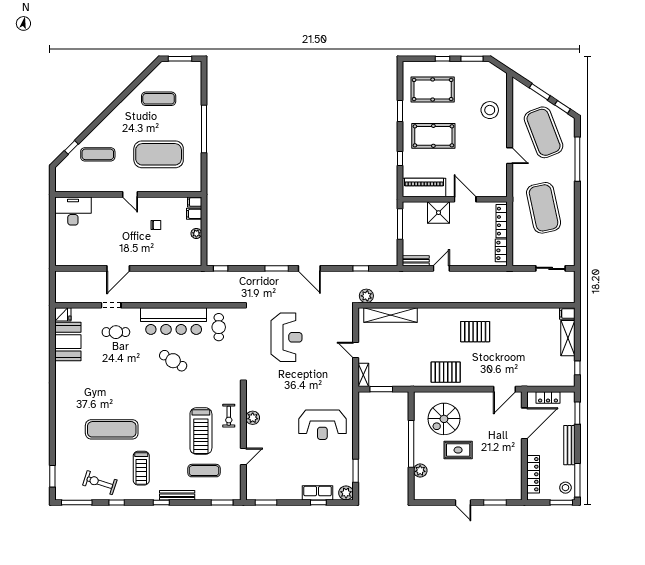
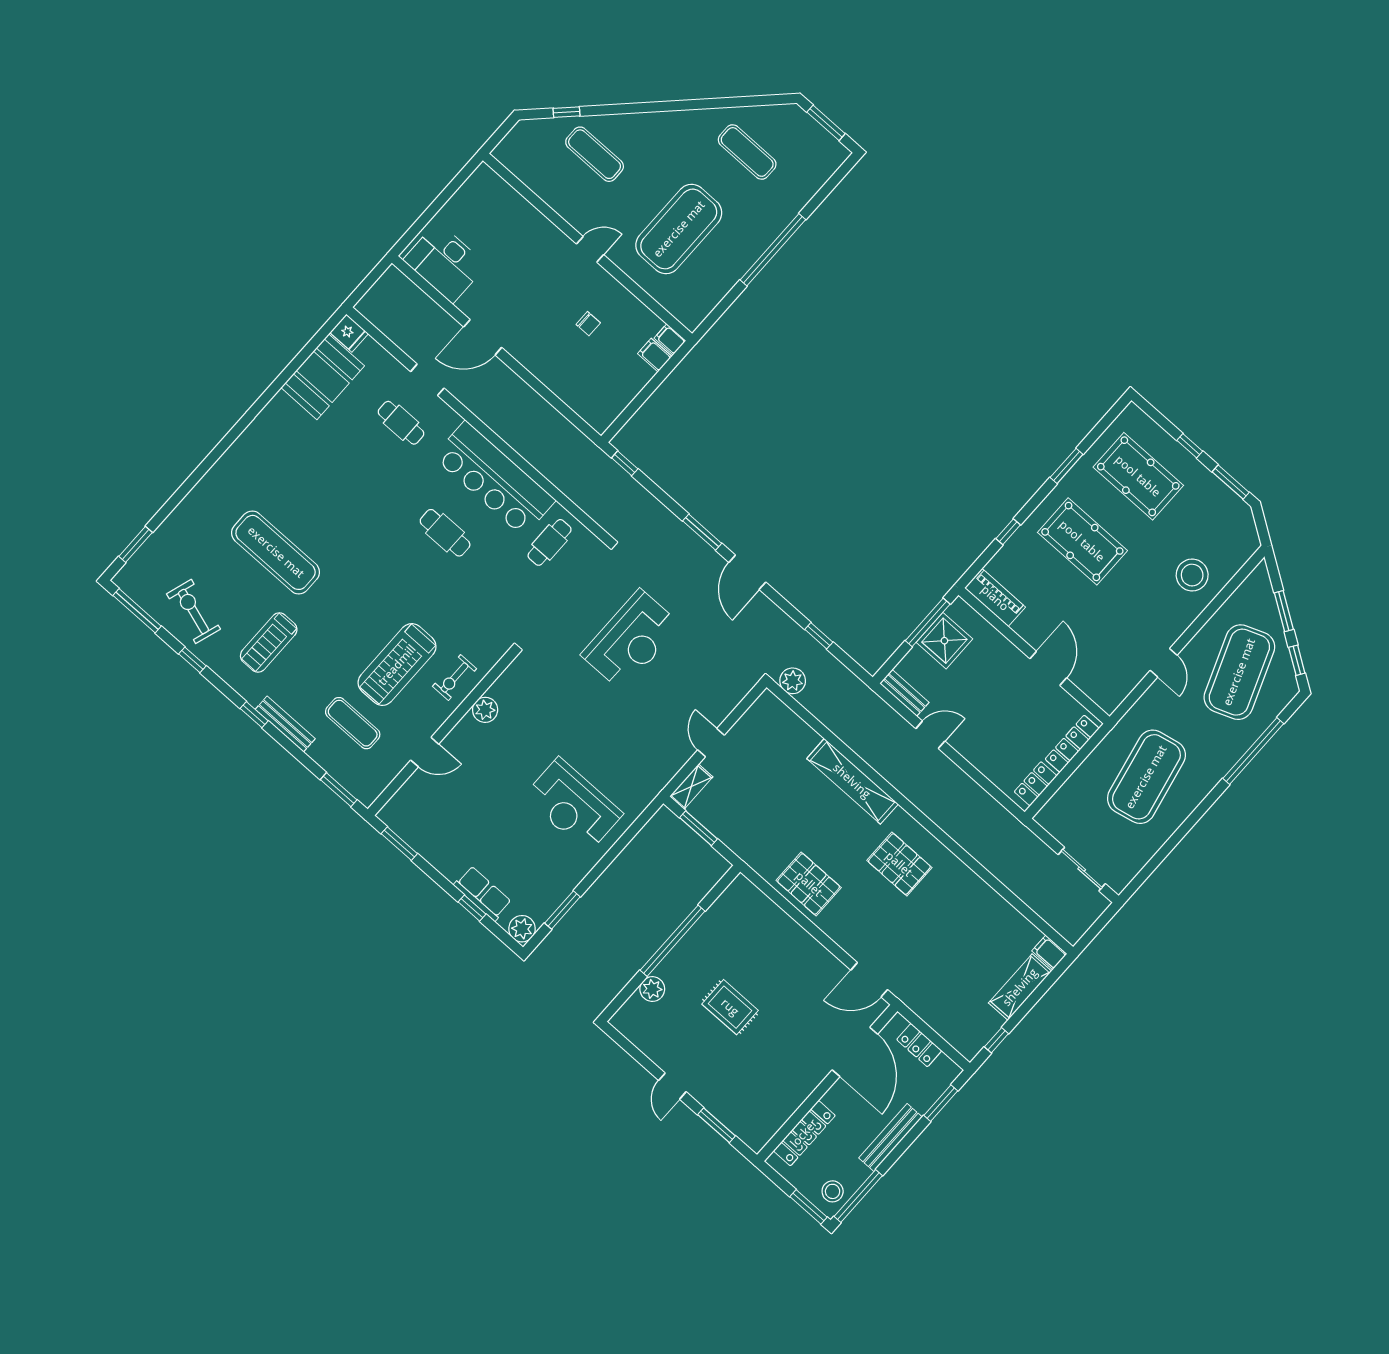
exercise mat: (159, 154) -> (679, 229), turned 90
piano: (424, 187) -> (995, 598), width x0.73, depth x0.75
door: (130, 194) -> (590, 249), swing flipped
desk: (73, 211) -> (445, 262), moved, turned 180
shower: (439, 213) -> (944, 641), moved
plant: (196, 233) -> (634, 385), removed
shelving: (391, 315) -> (852, 781), moved
cafe table: (173, 361) -> (445, 533), turned -32
spiral stairs: (444, 419) -> (749, 947), removed
door: (524, 423) -> (855, 1052), hinge flipped

